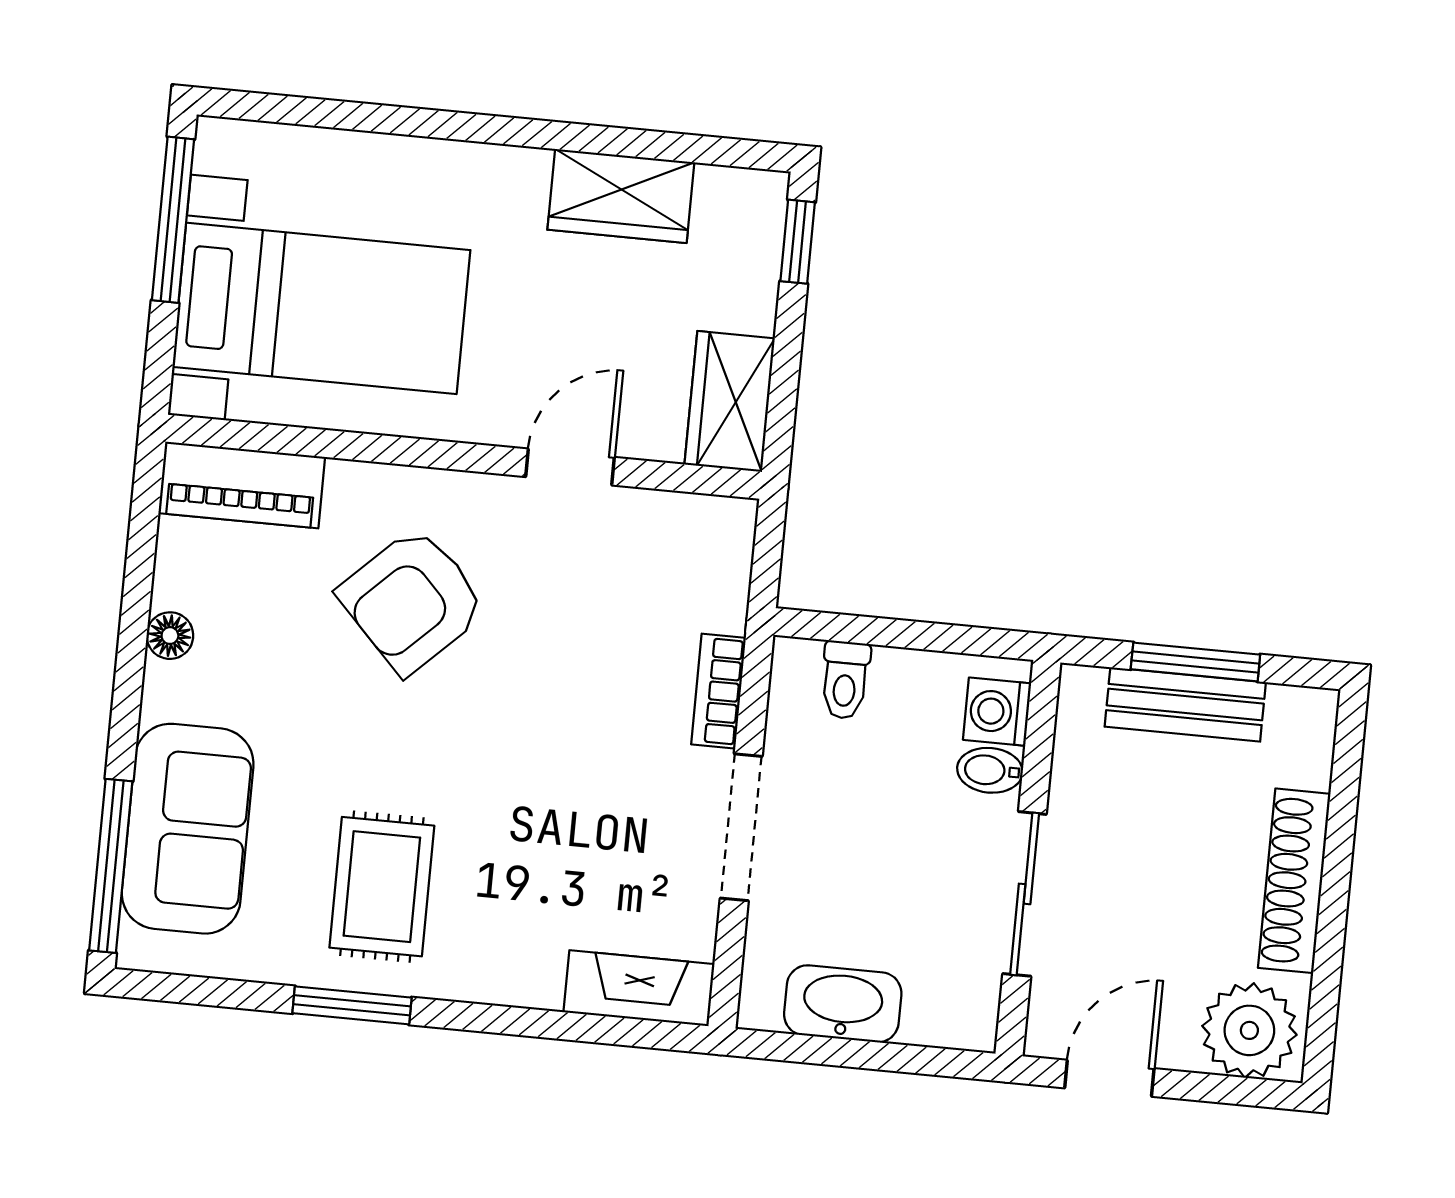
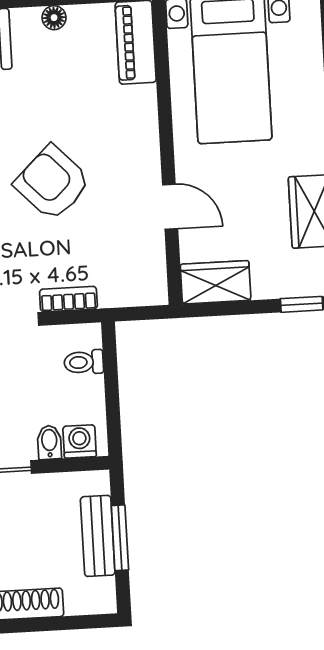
armchair: (412, 601) -> (52, 183), moved

